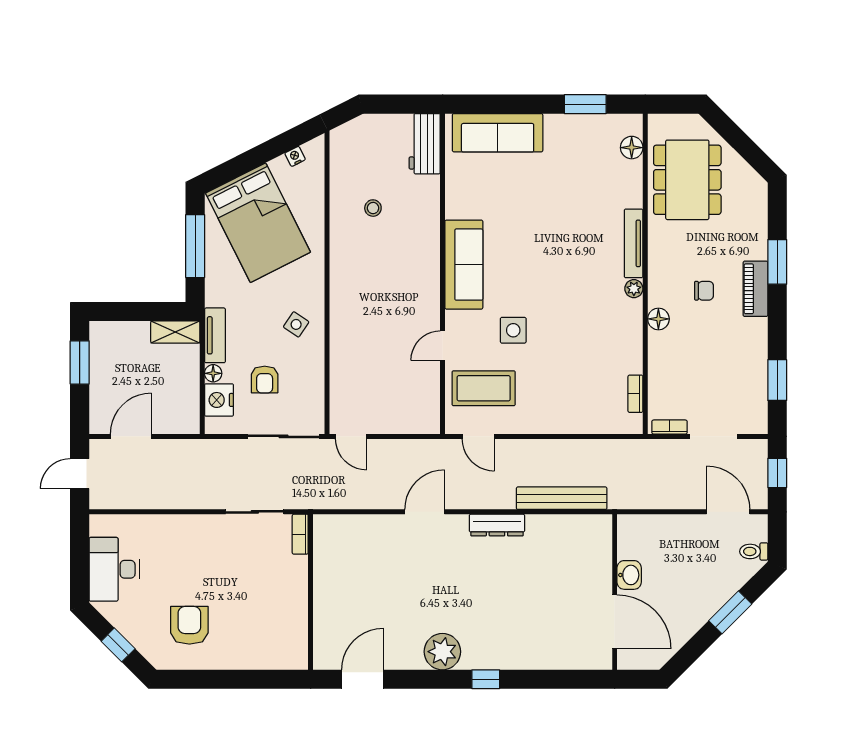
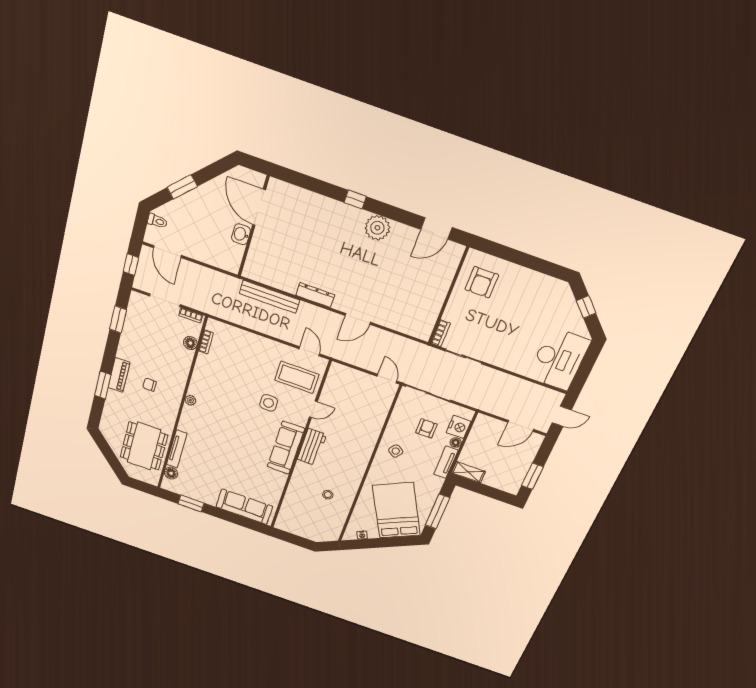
workbench: (425, 144) -> (312, 447), moved
tv unit: (634, 243) -> (177, 449), moved
floor lamp: (658, 319) -> (190, 343), moved
desk: (114, 569) -> (559, 359), width x1.36, depth x1.30
armchair: (189, 625) -> (482, 282), moved

